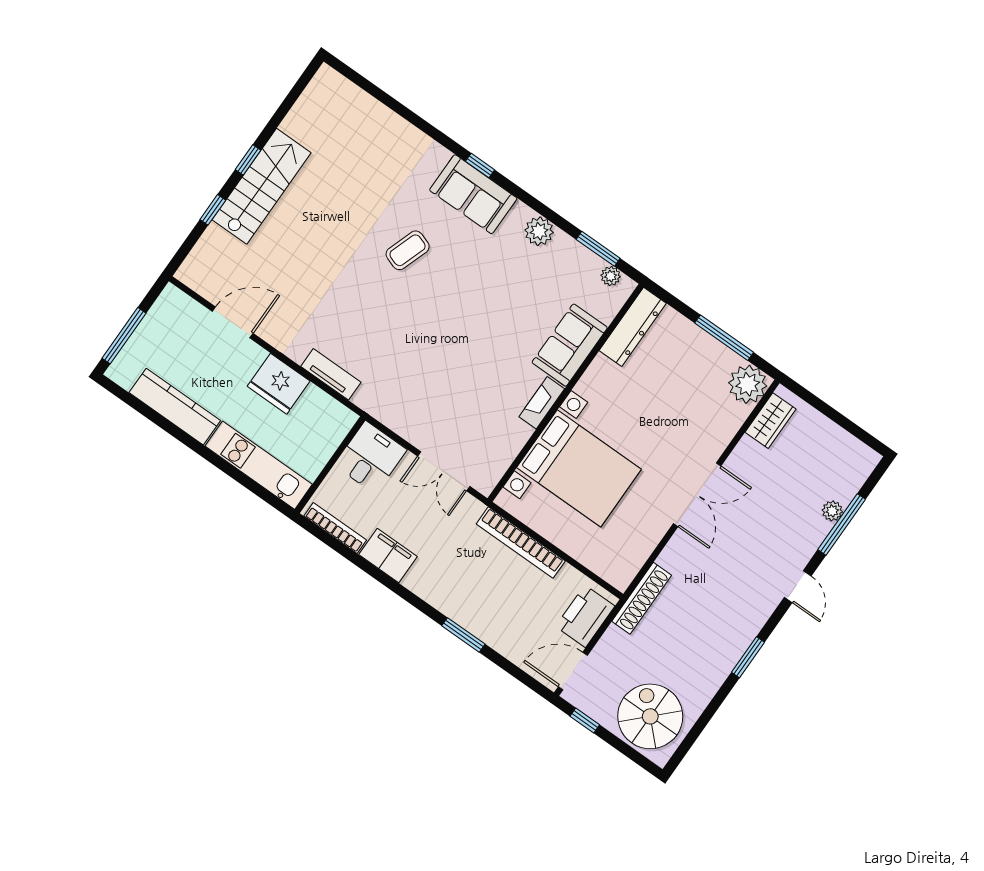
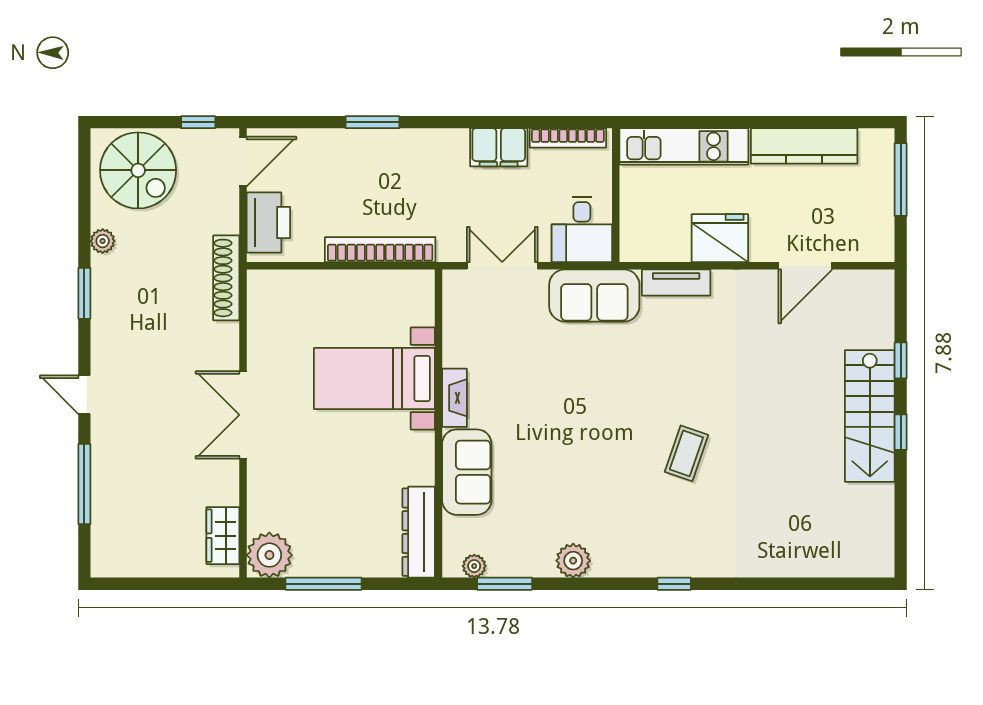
sofa: (473, 194) -> (594, 295), moved, turned 180
bed with nightstands: (579, 468) -> (374, 379), width x0.73
plant: (832, 511) -> (103, 241), moved

